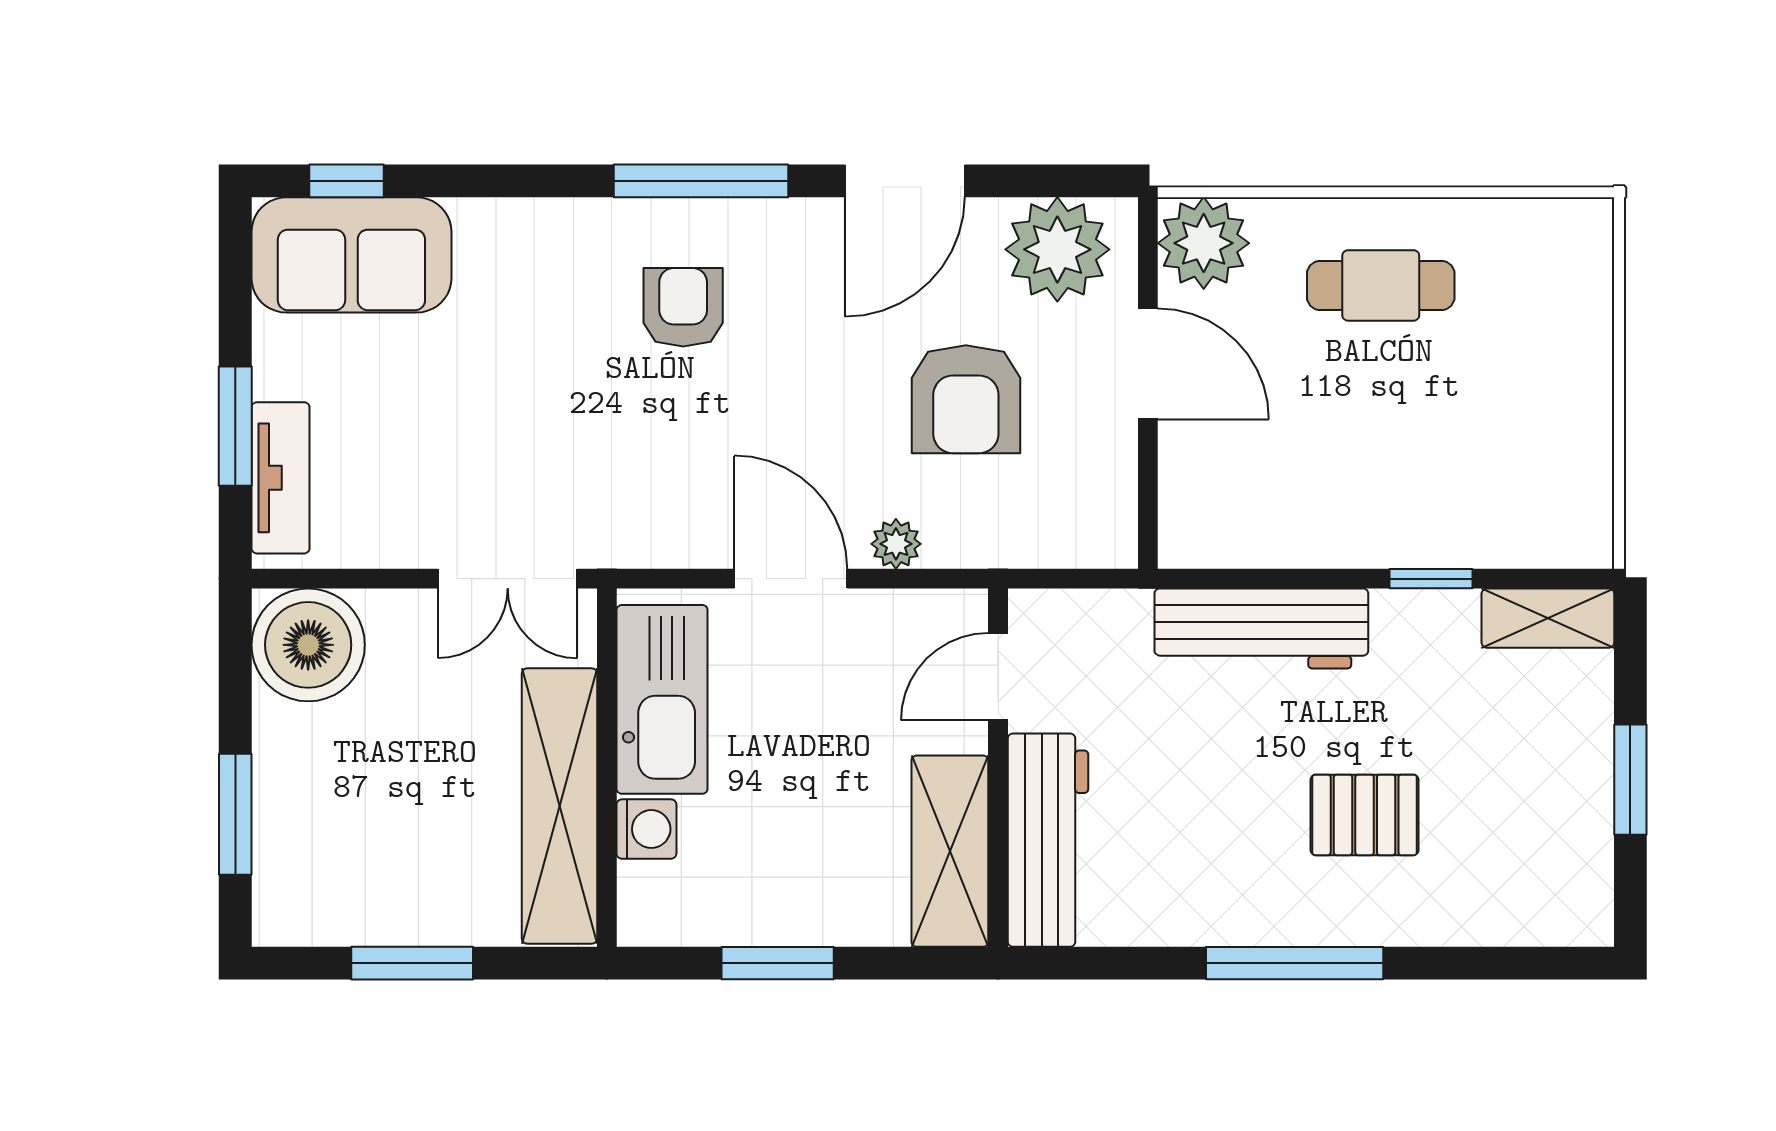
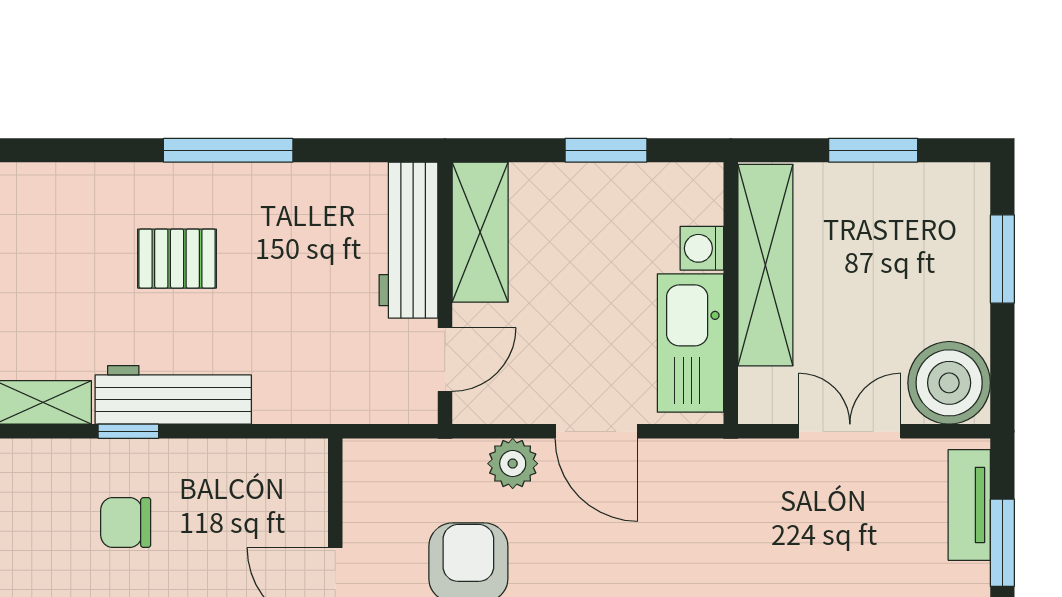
chair: (1435, 454) -> (126, 523), added
plant: (896, 544) -> (513, 464), width x1.38, depth x1.38
double door: (508, 579) -> (850, 431), moved
workbench: (1261, 628) -> (173, 395), moved

